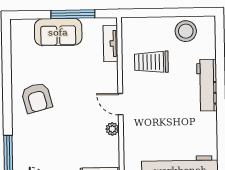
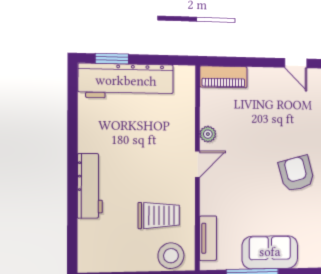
stool: (186, 31) -> (171, 256), moved
door: (120, 104) -> (197, 164), hinge flipped

